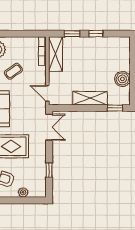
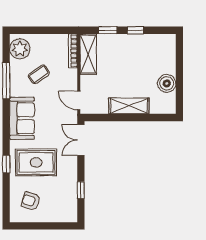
window: (115, 108) -> (158, 117), removed
double door: (49, 127) -> (81, 140), swing flipped
plant: (23, 192) -> (50, 216), removed

